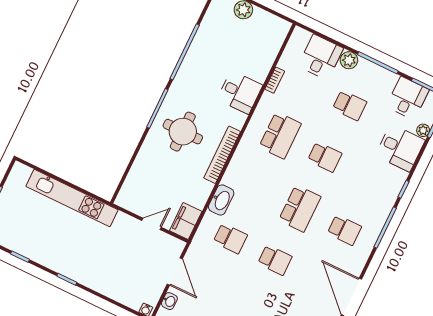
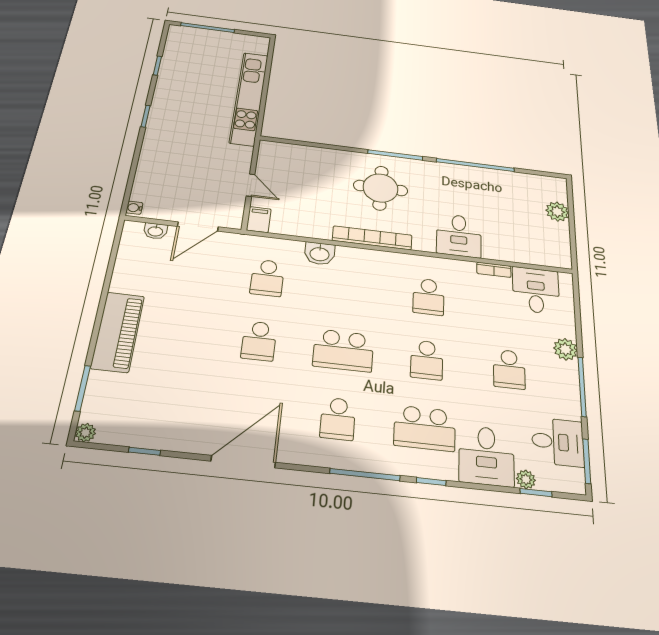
desk: (321, 57) -> (536, 290), moved, turned -90
school desk: (280, 135) -> (429, 297), width x0.54
school desk: (369, 178) -> (425, 428), added
washbasin: (221, 200) -> (320, 254), width x0.72
filing cabinet: (186, 221) -> (259, 220), width x0.50

